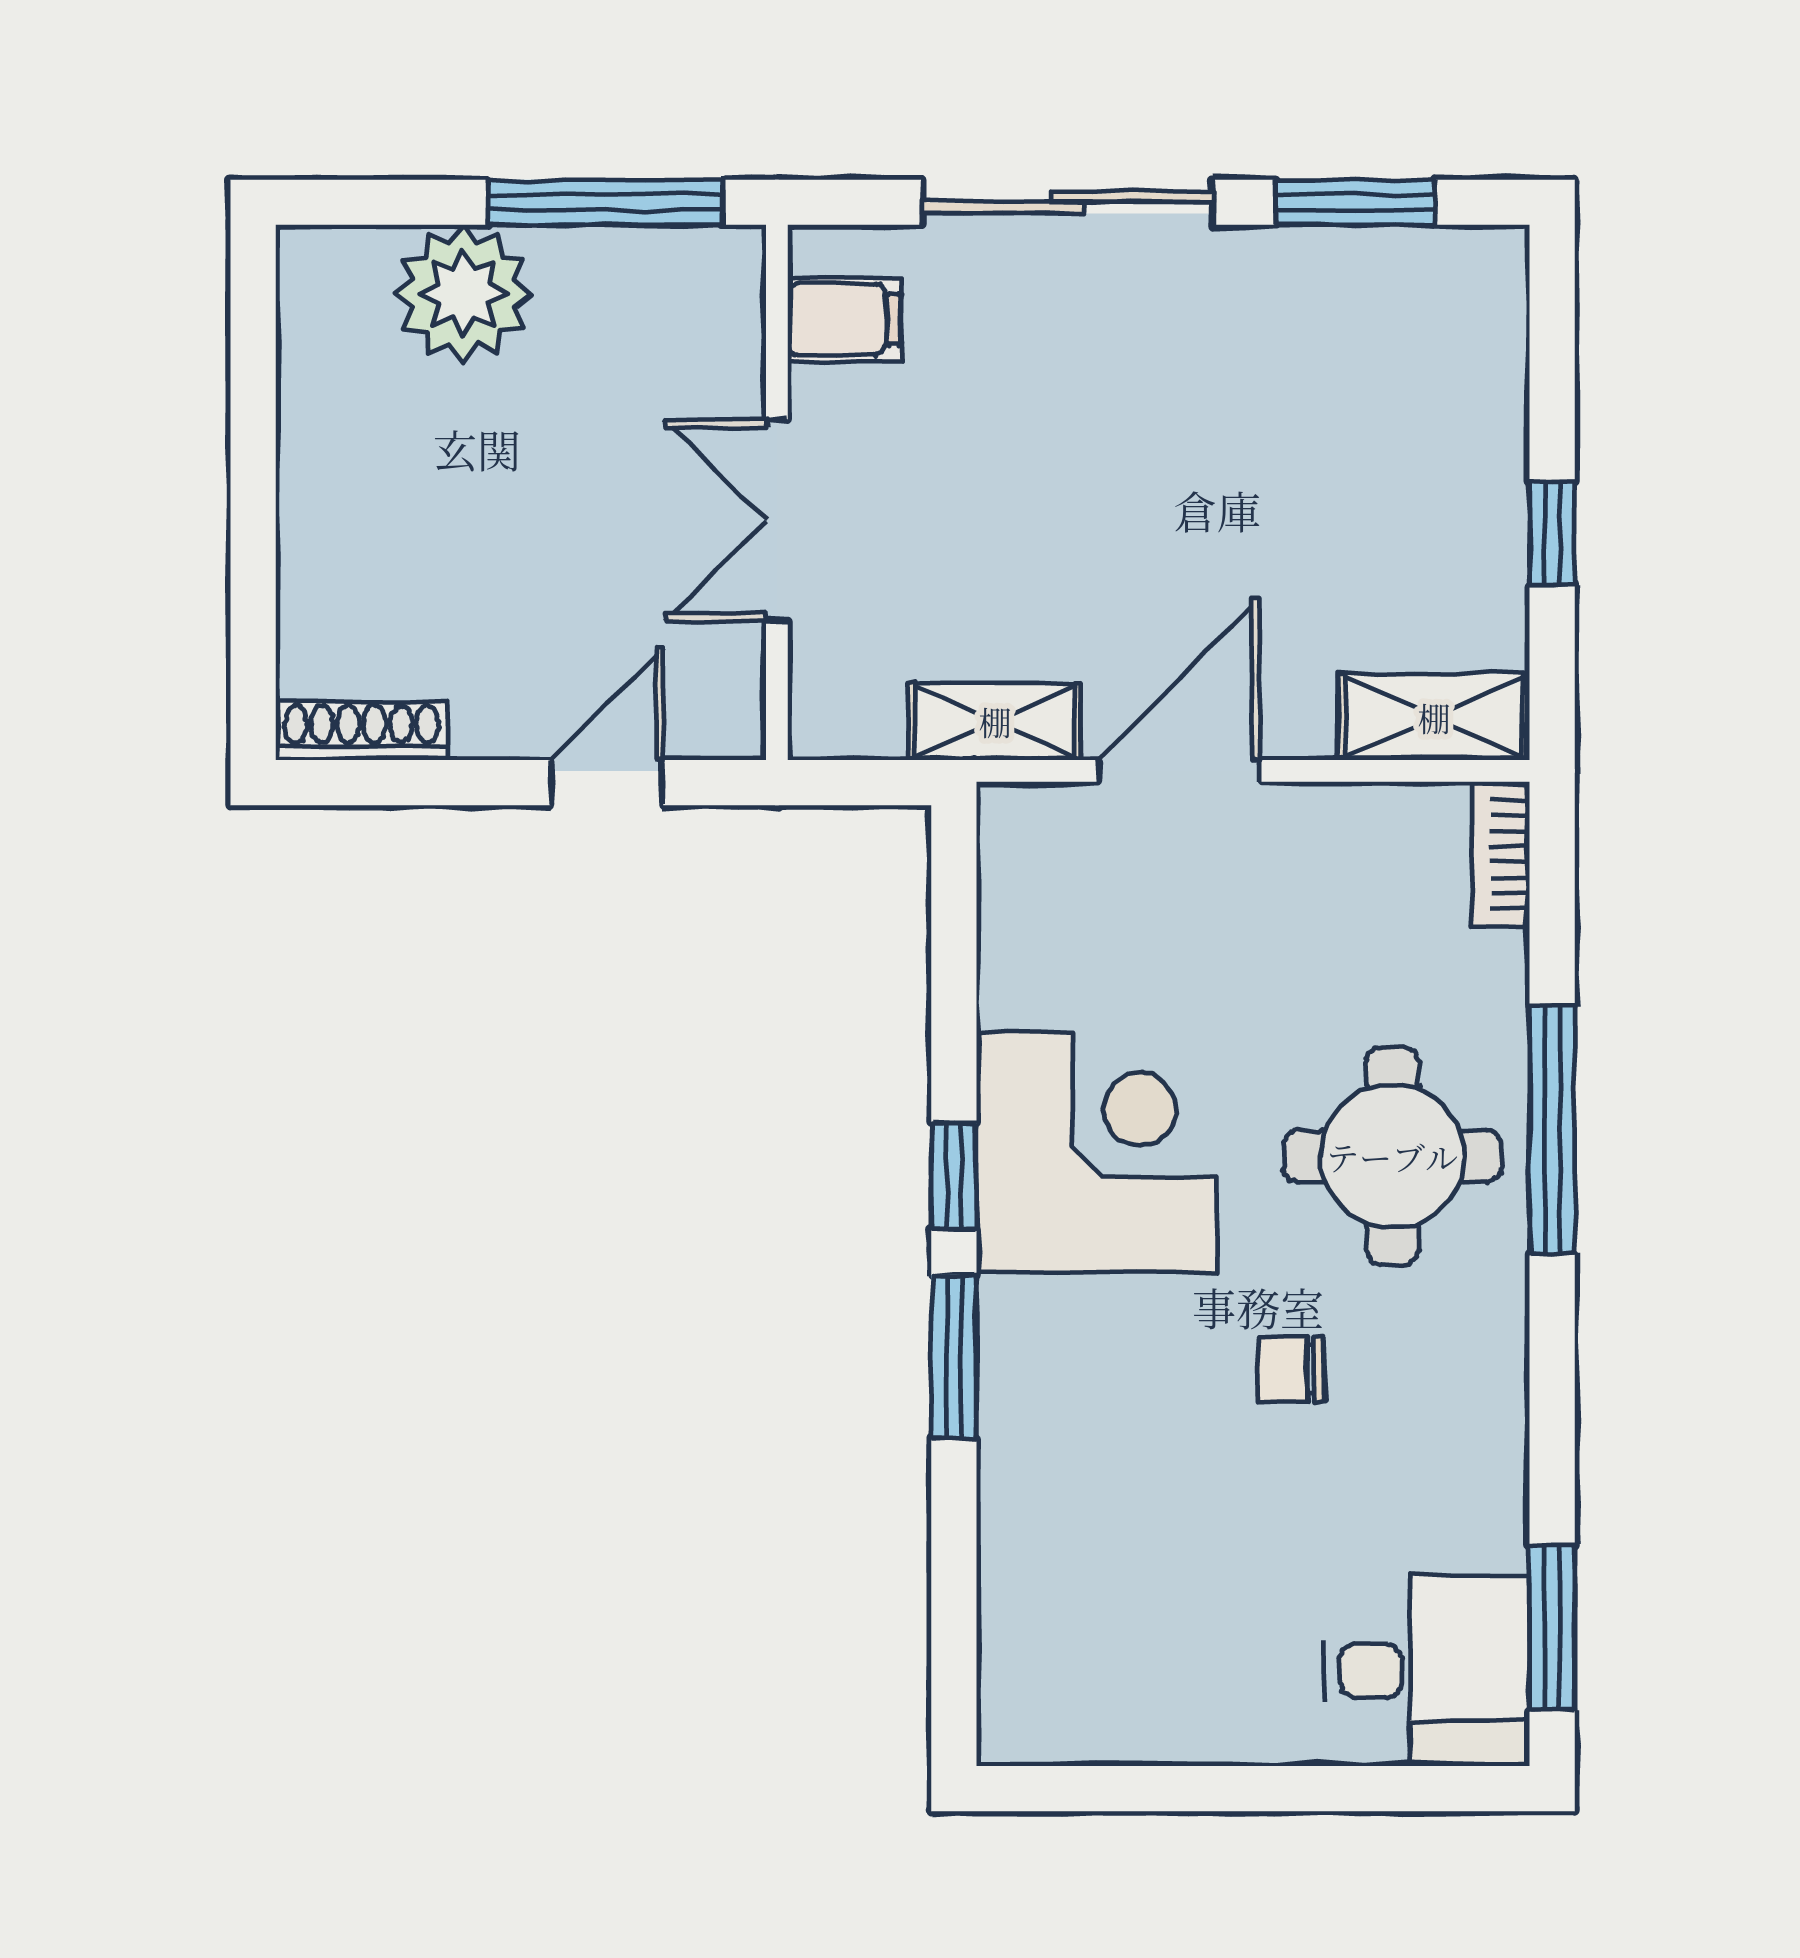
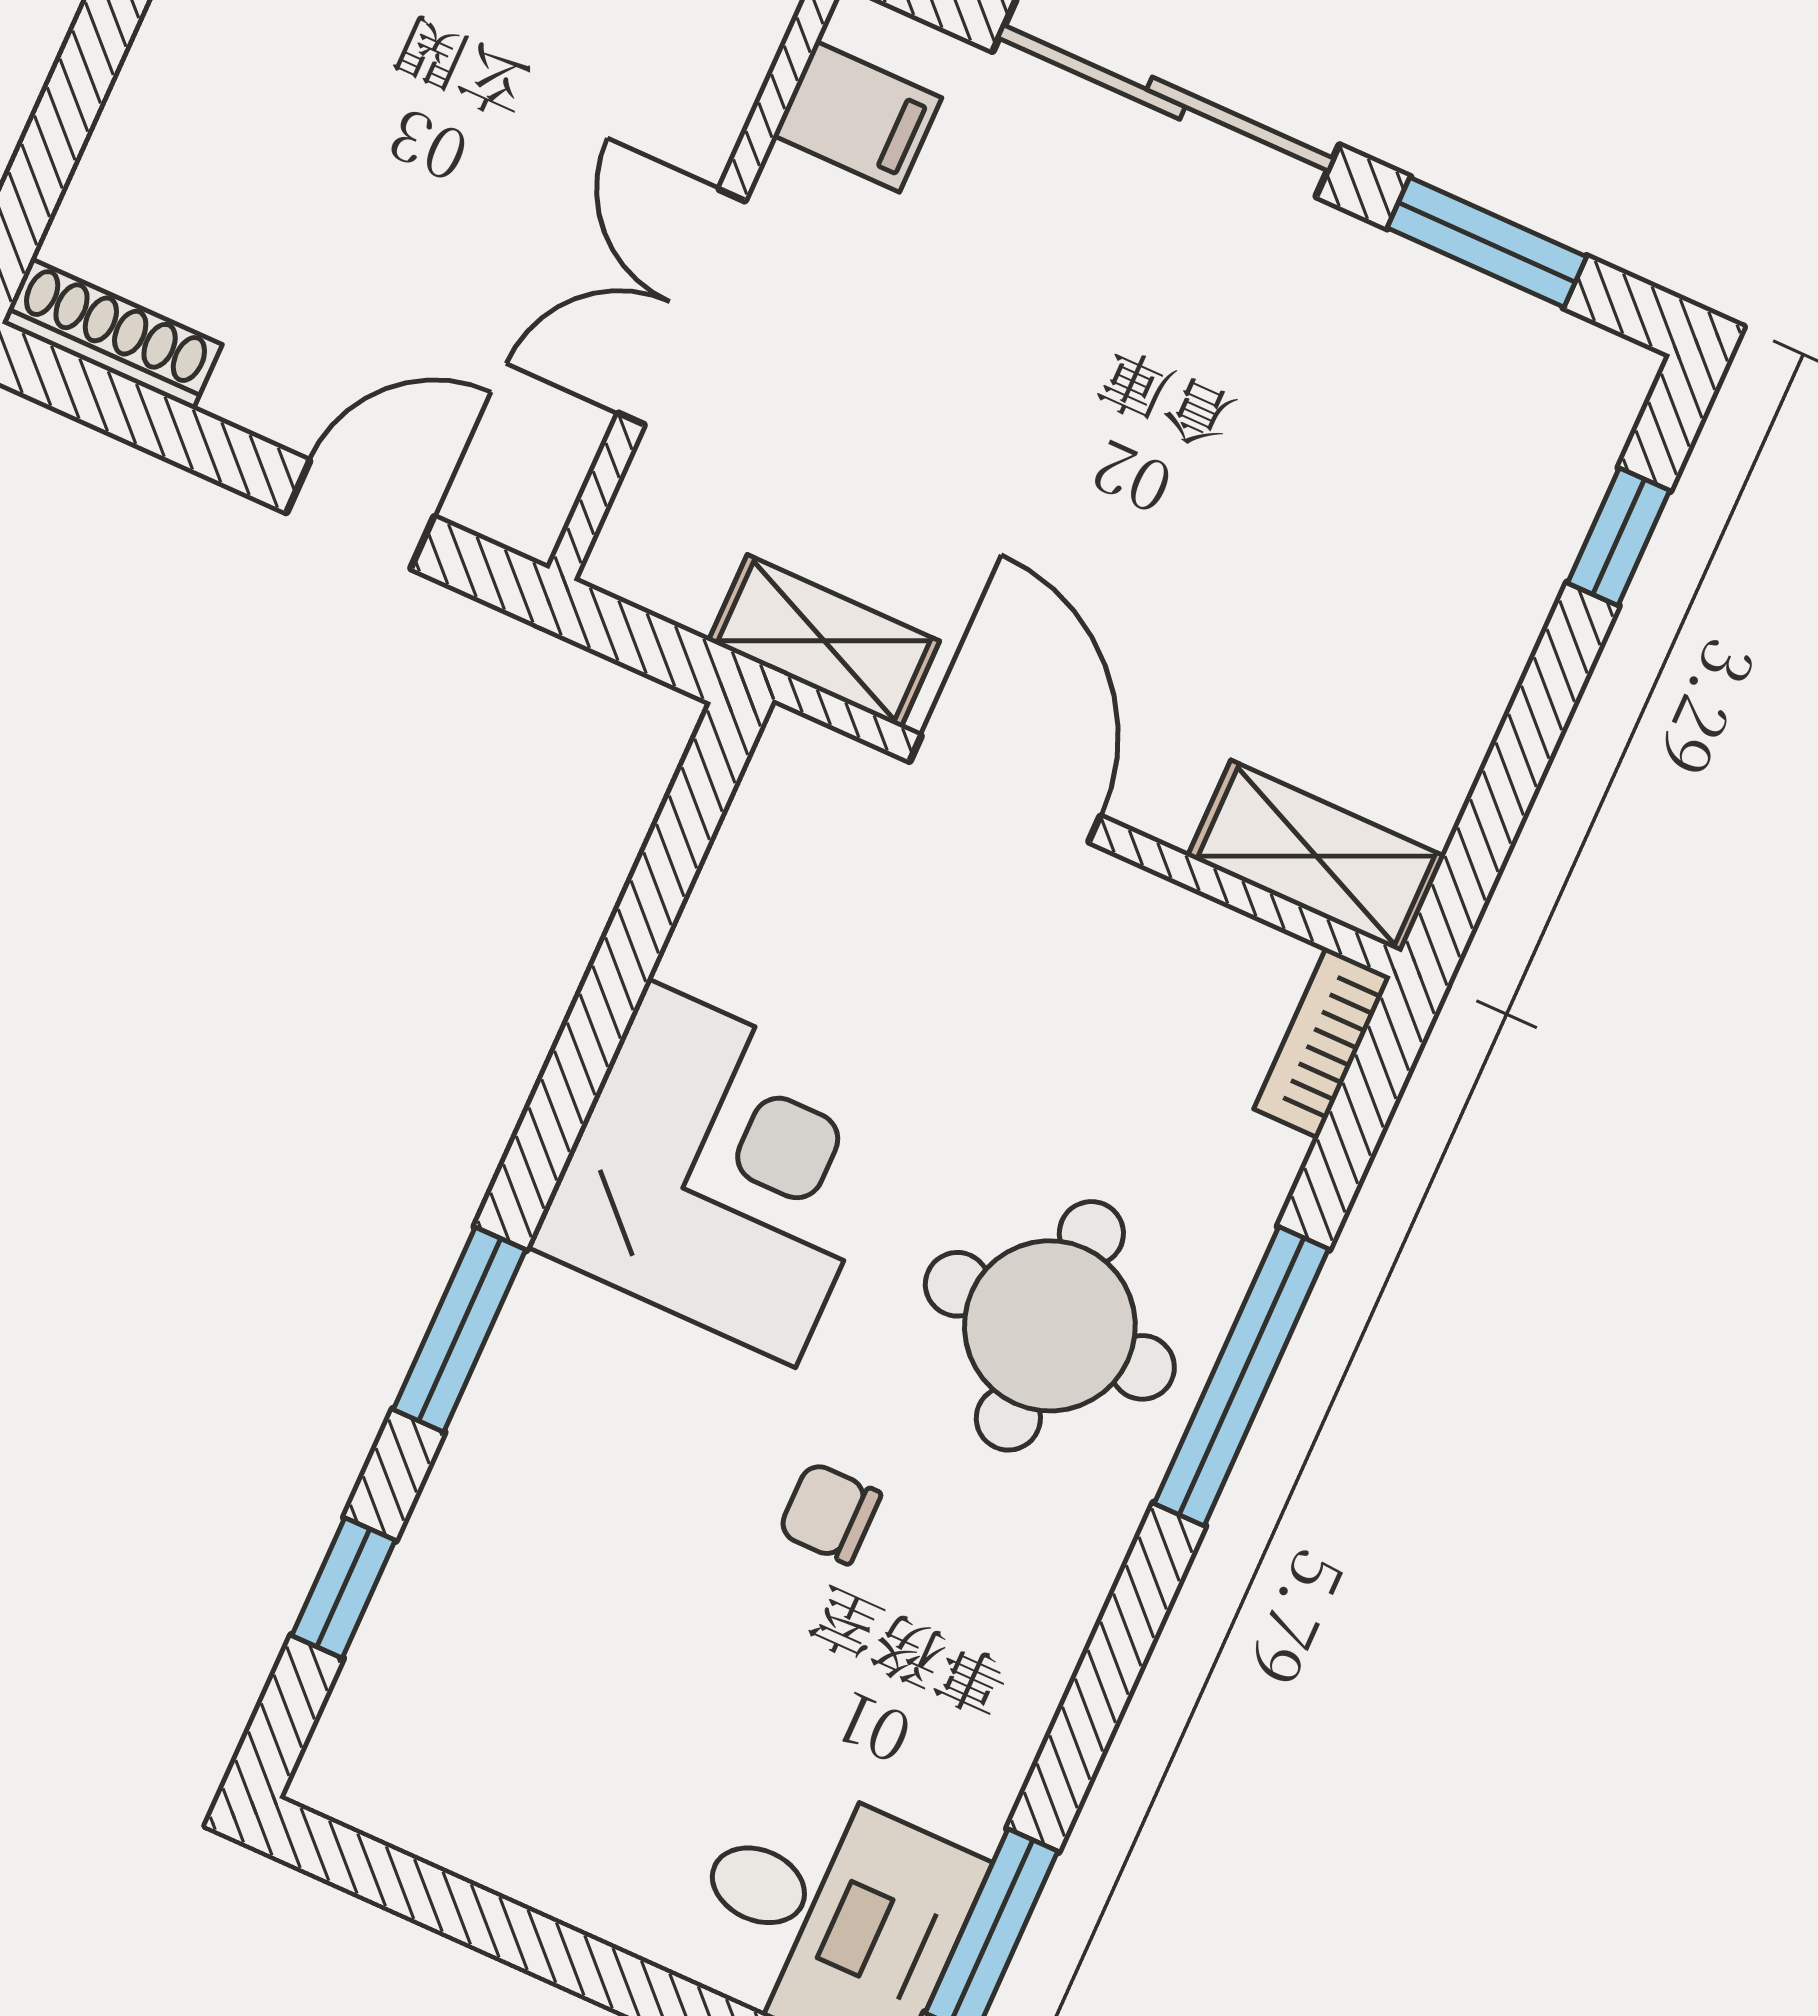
window: (1552, 533) -> (1619, 537), moved
door: (1179, 771) -> (1005, 789), hinge flipped
window: (954, 1176) -> (343, 1588), moved

